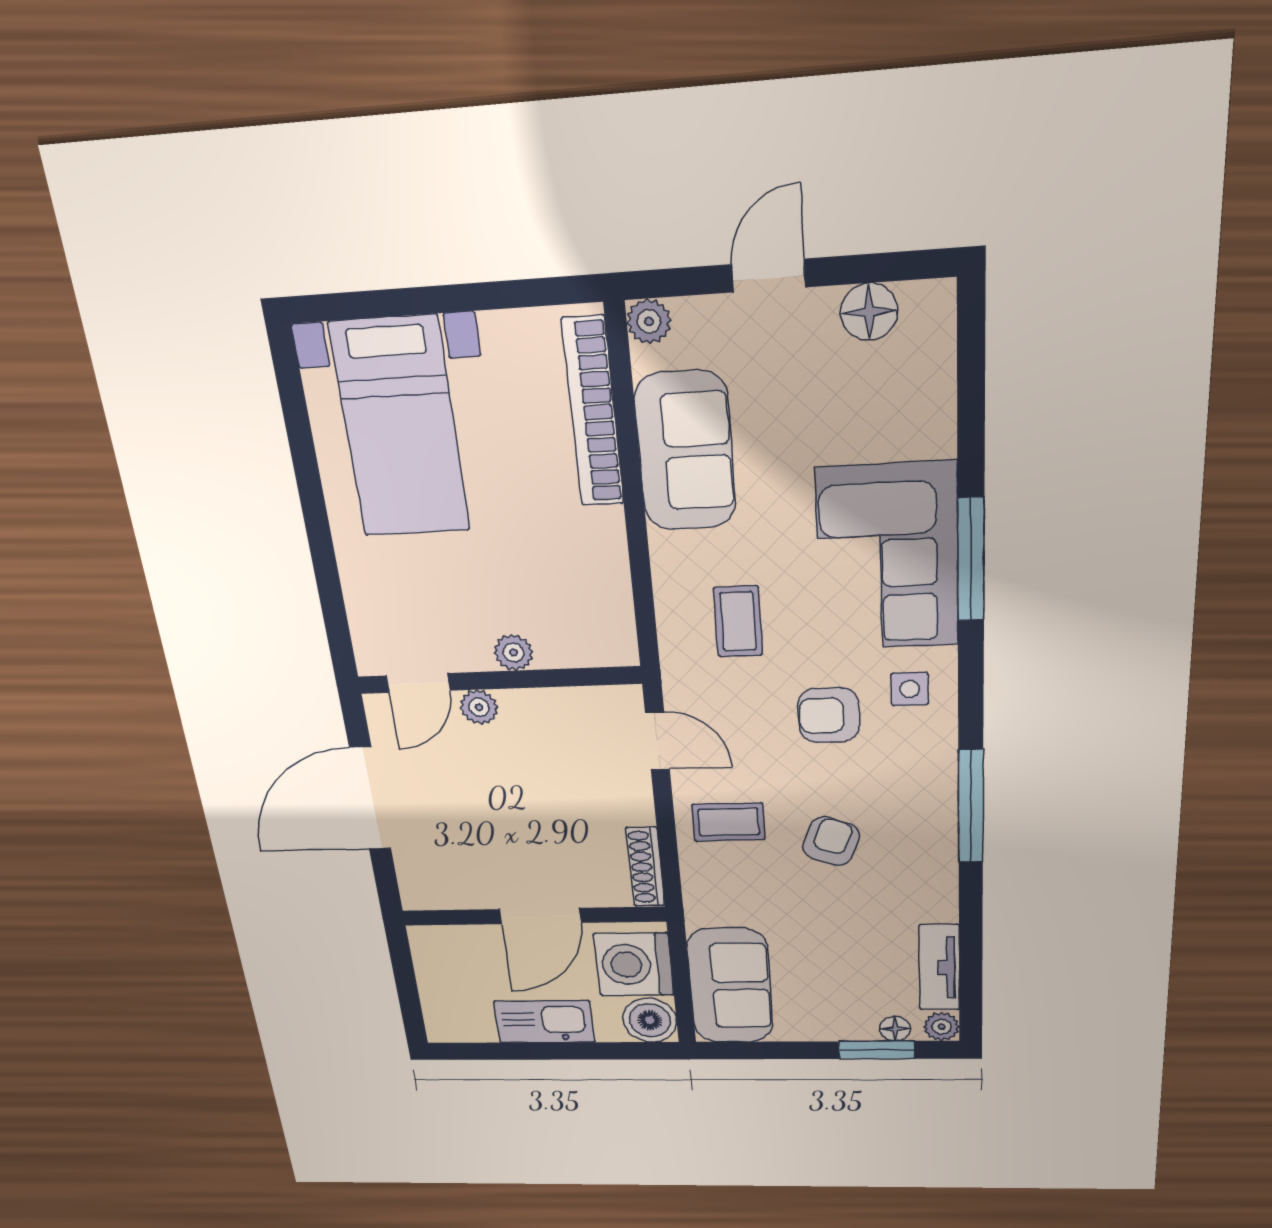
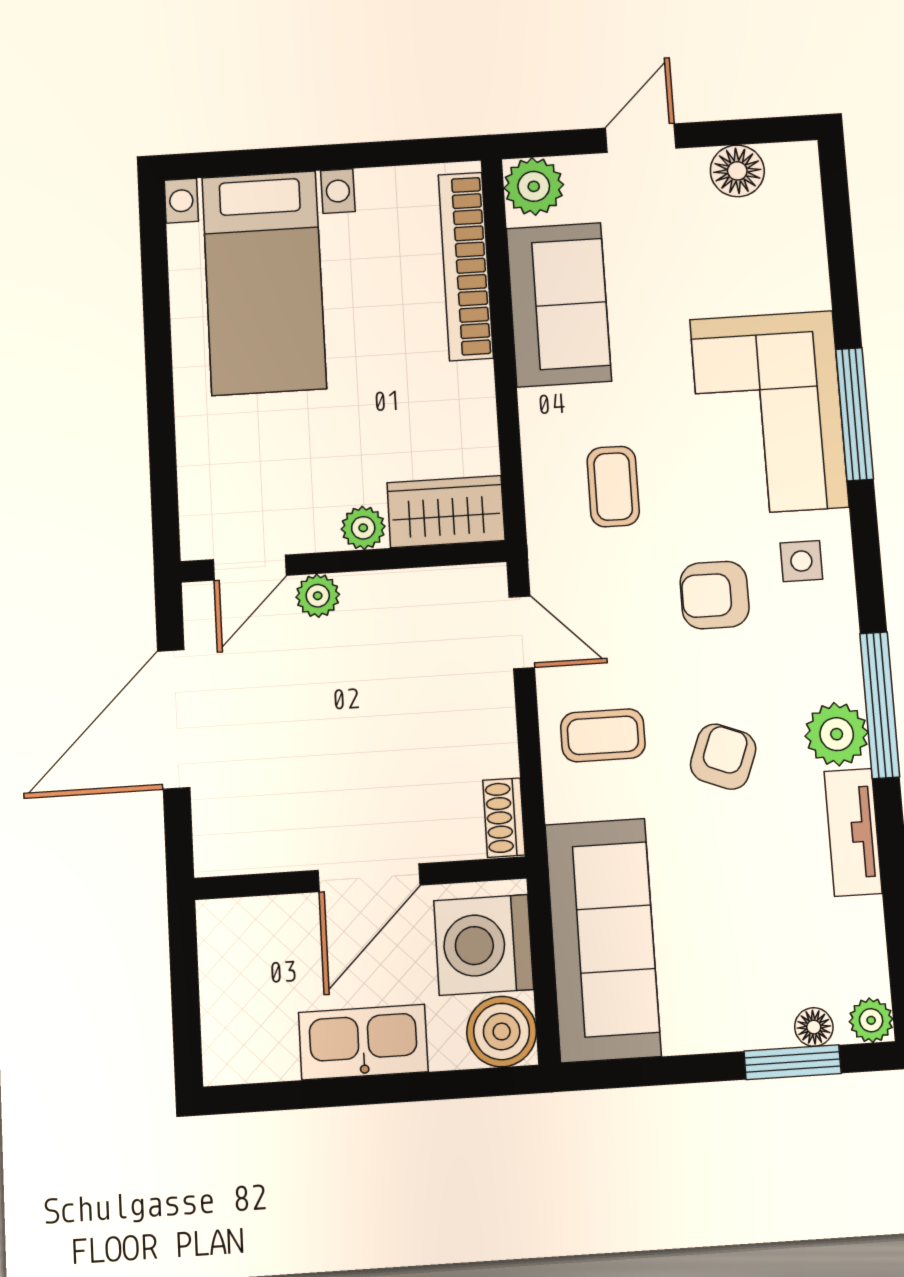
plant: (649, 321) -> (534, 186), width x1.38, depth x1.38
wardrobe: (586, 640) -> (446, 512), added
plant: (931, 828) -> (837, 734), added
shoe rack: (645, 867) -> (504, 818), width x0.70
tv unit: (939, 967) -> (853, 832), moved
sofa: (730, 986) -> (603, 940), width x1.36

